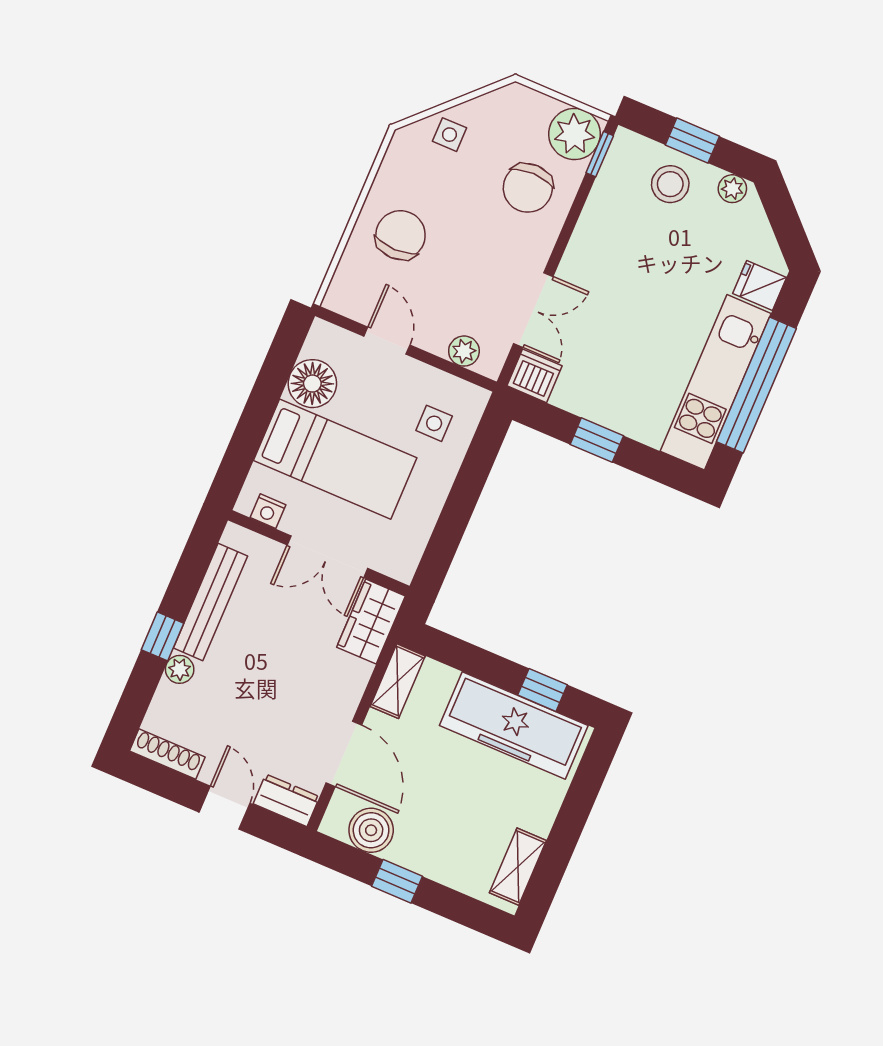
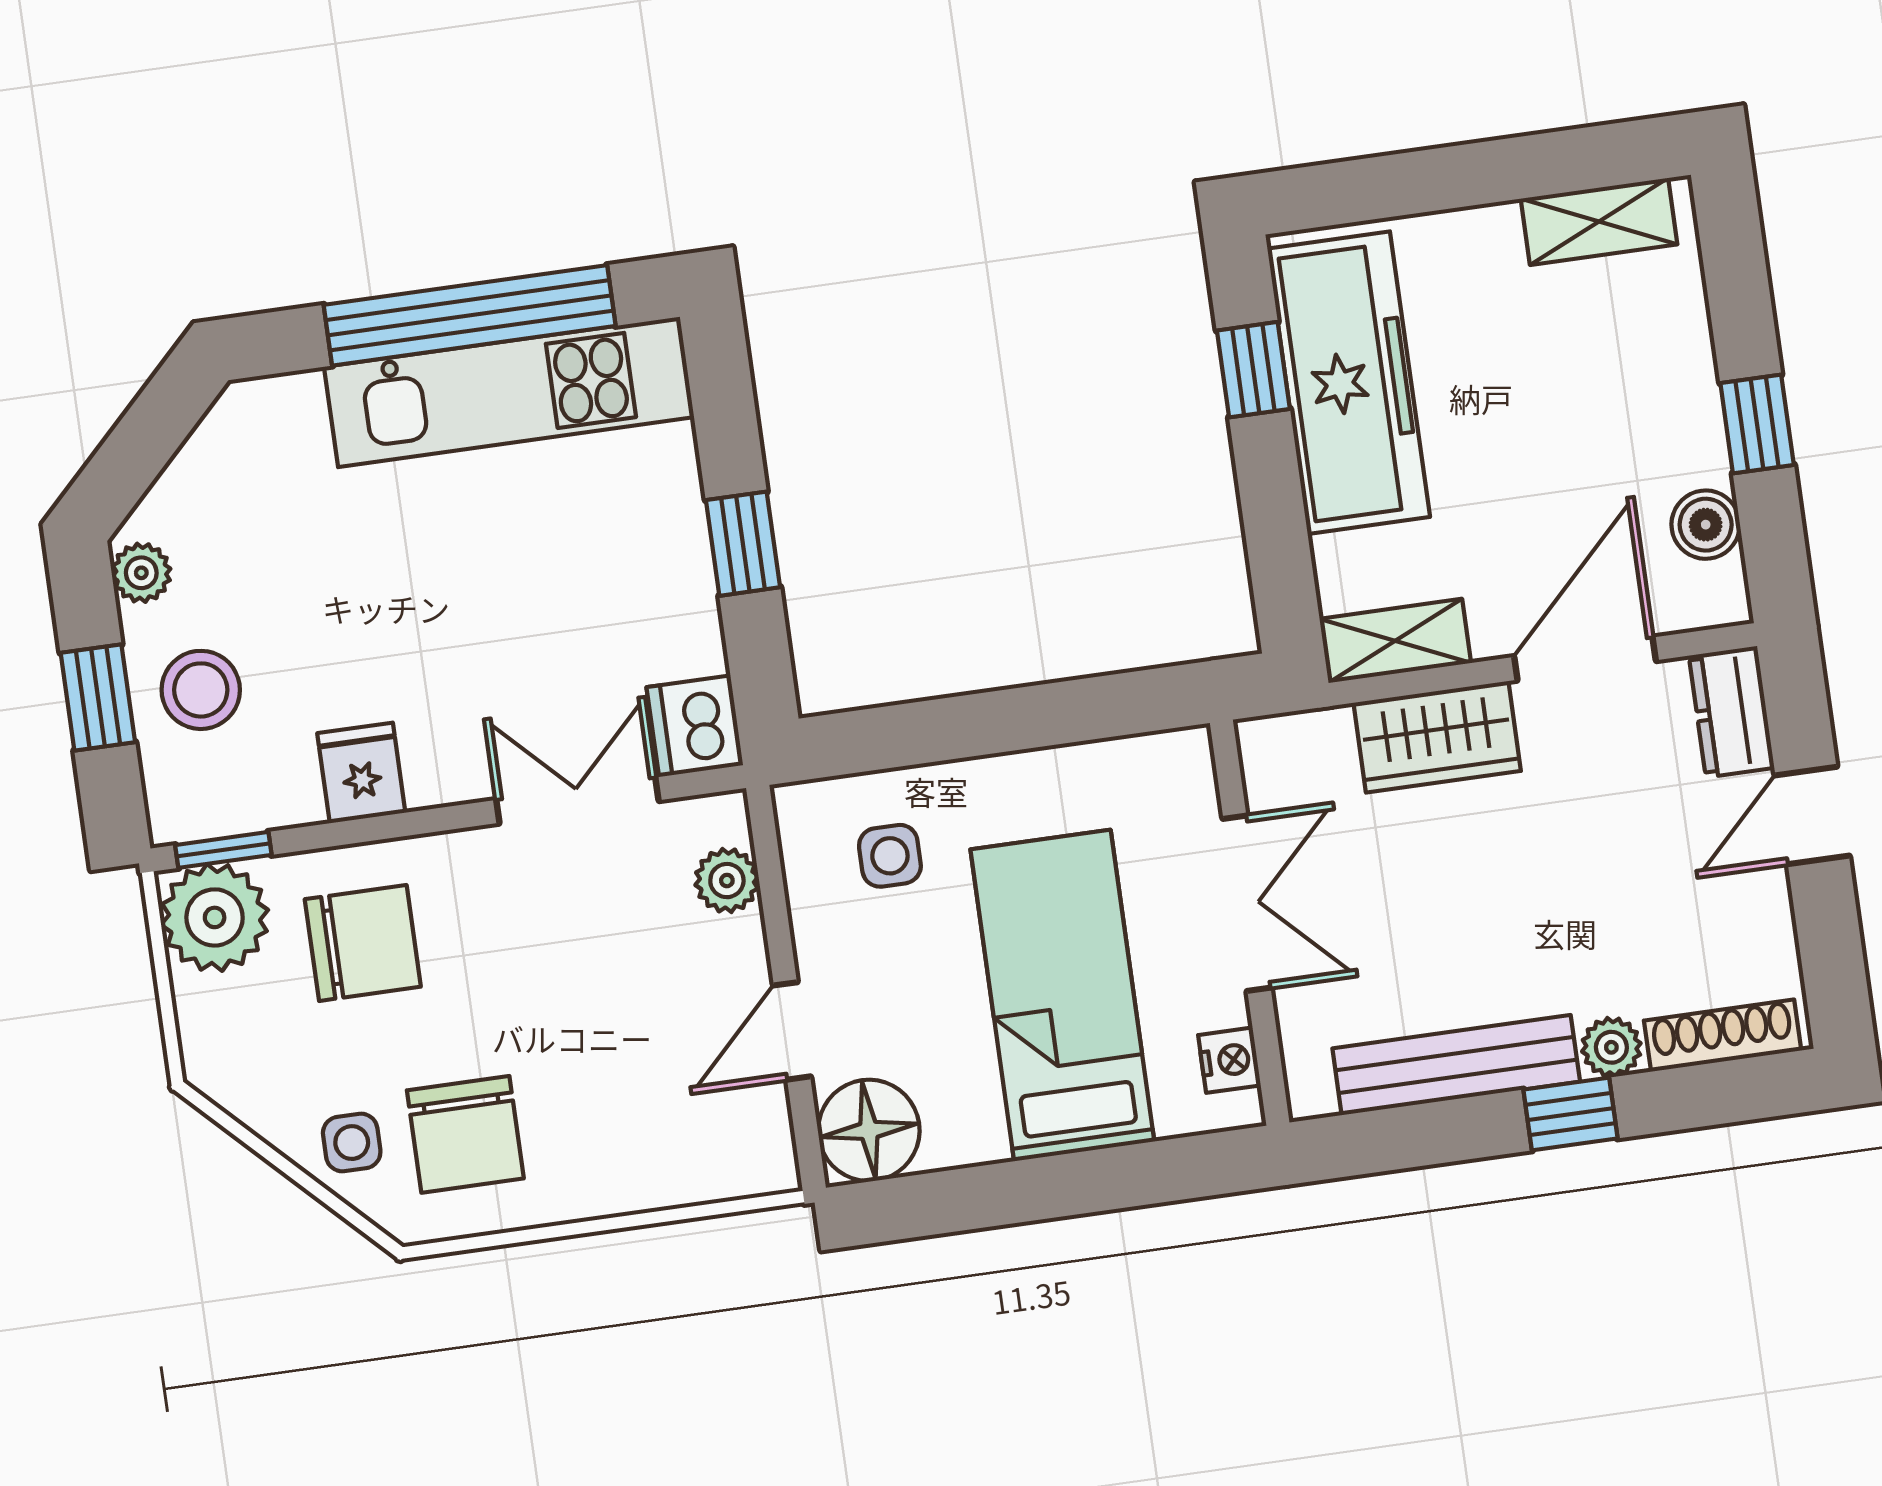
chair: (400, 235) -> (465, 1134), moved, turned -90
fridge: (760, 285) -> (361, 773), moved, turned 180
floor lamp: (312, 384) -> (869, 1130), moved
wardrobe: (371, 622) -> (1437, 737), moved
shoe rack: (167, 754) -> (1723, 1036), moved, turned 90
boiler: (371, 830) -> (1706, 525), width x0.73, depth x0.73

